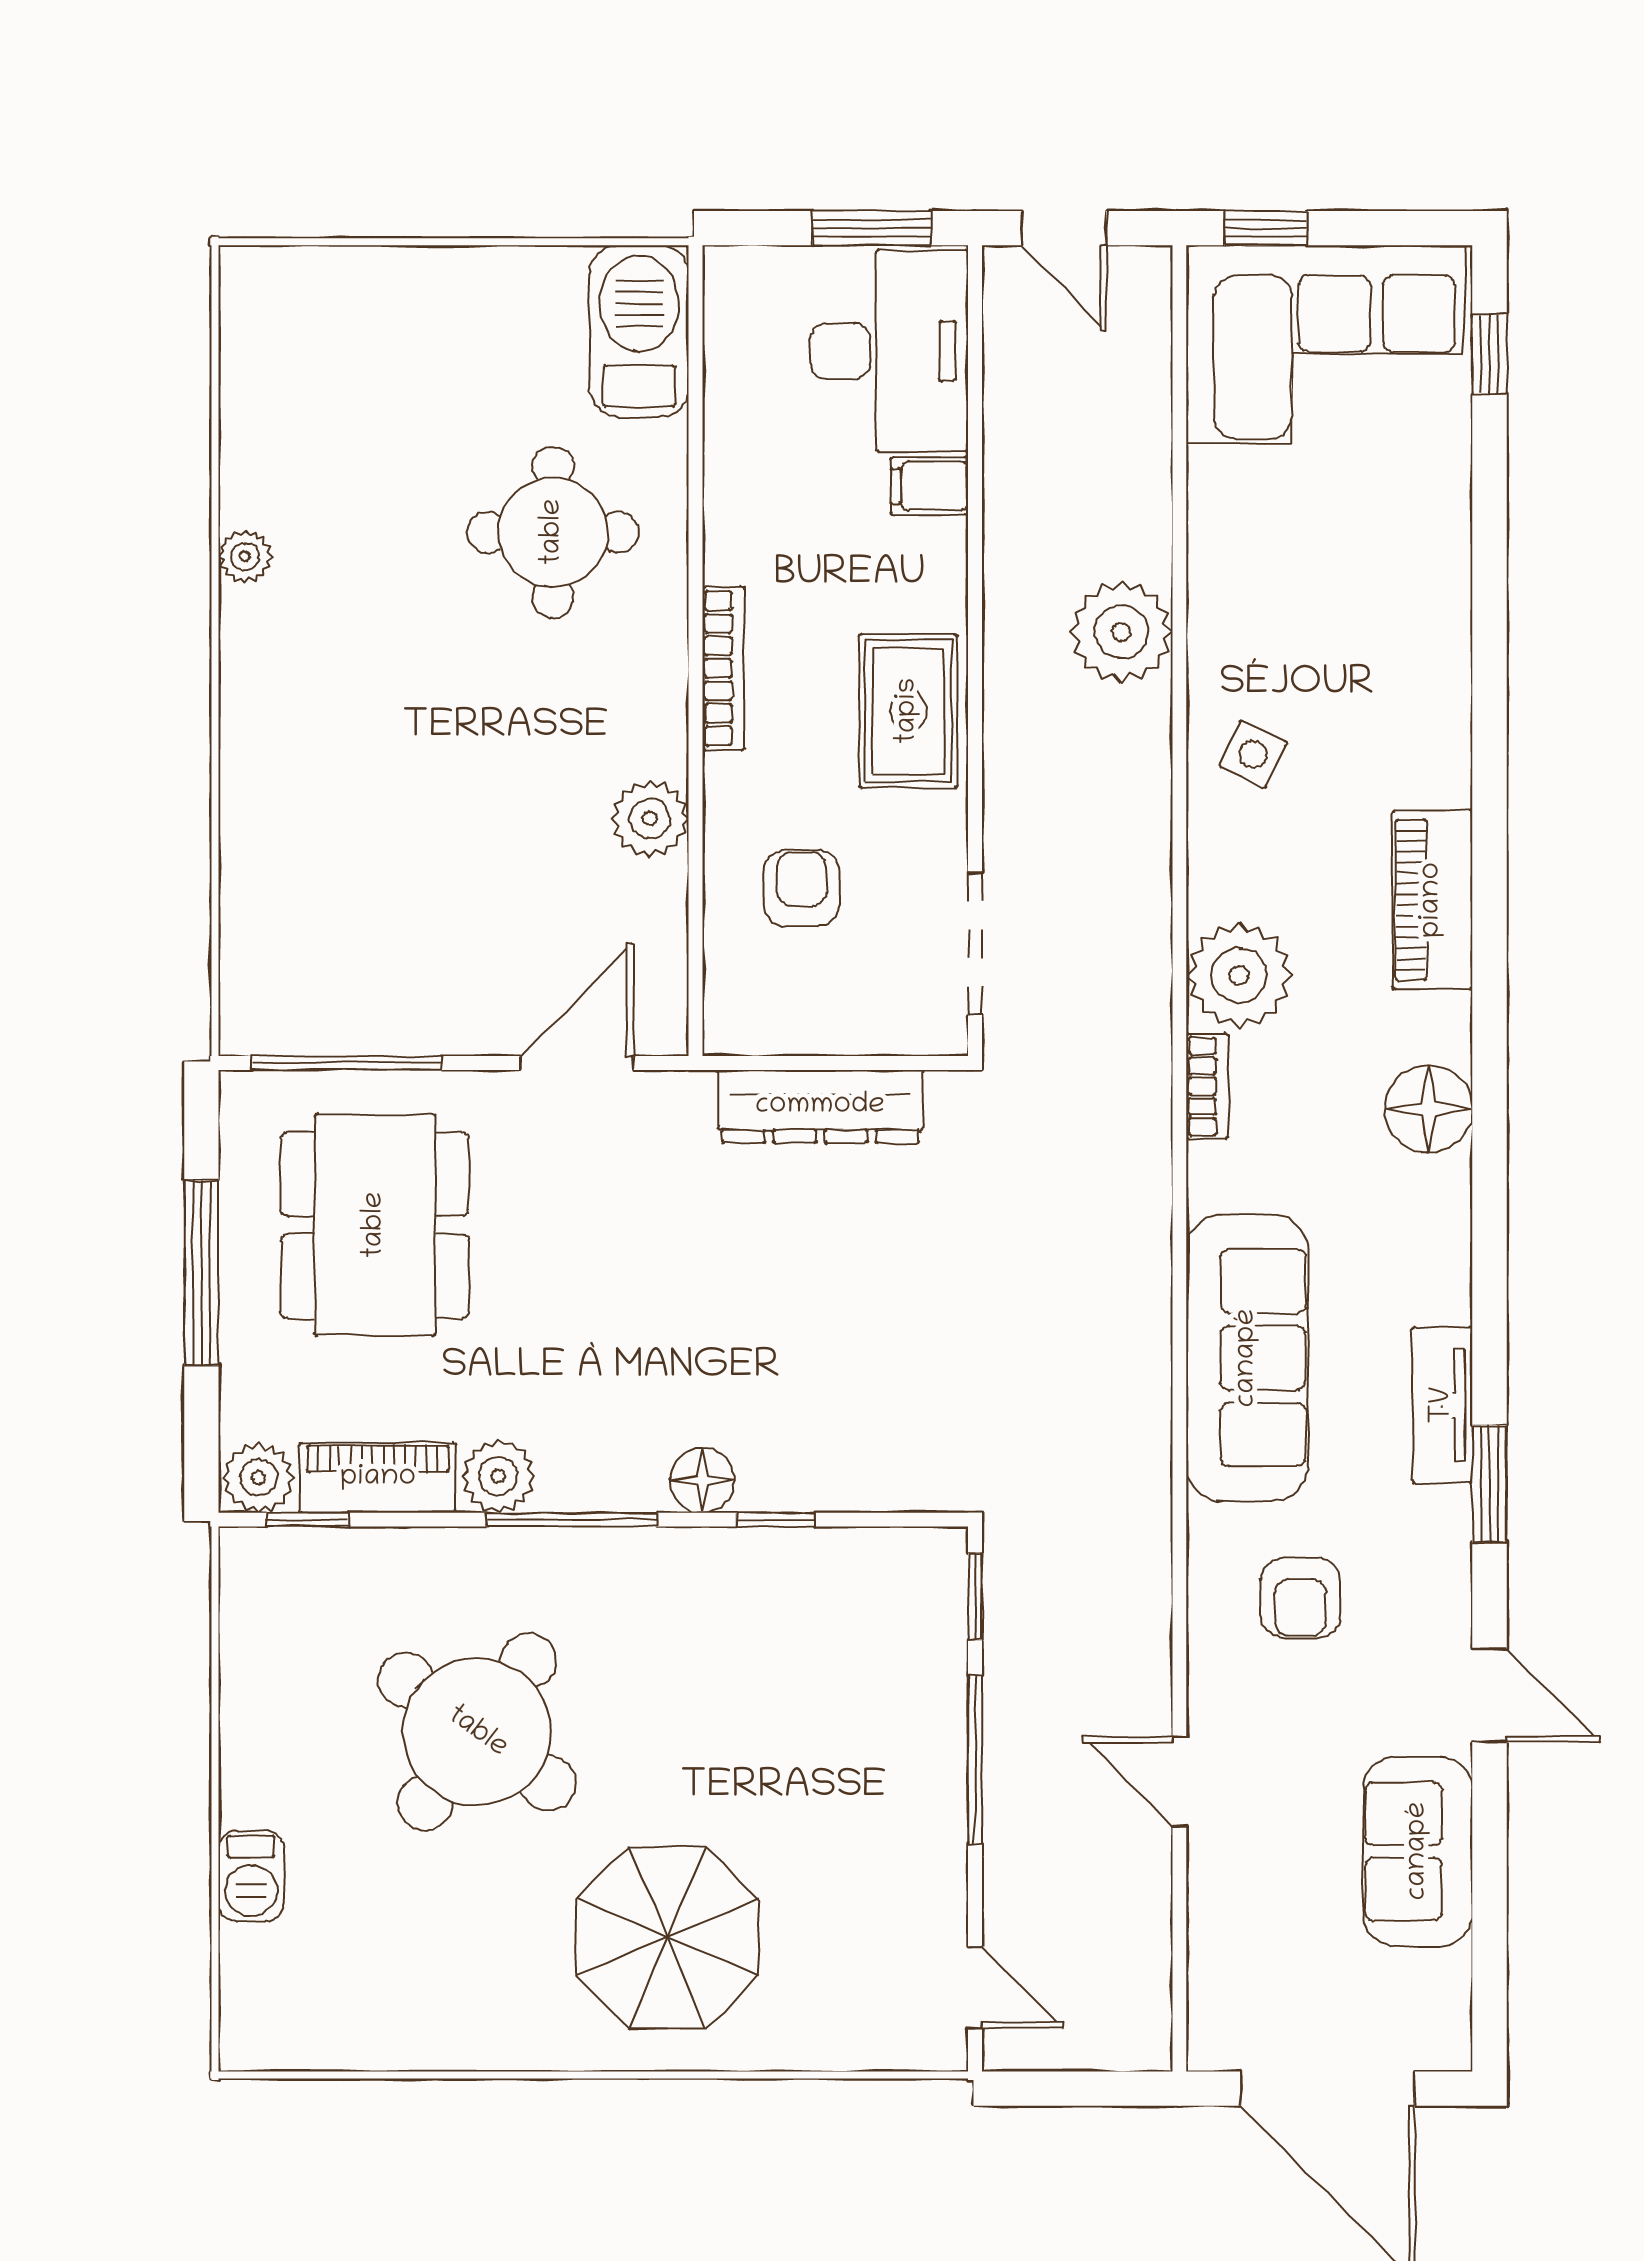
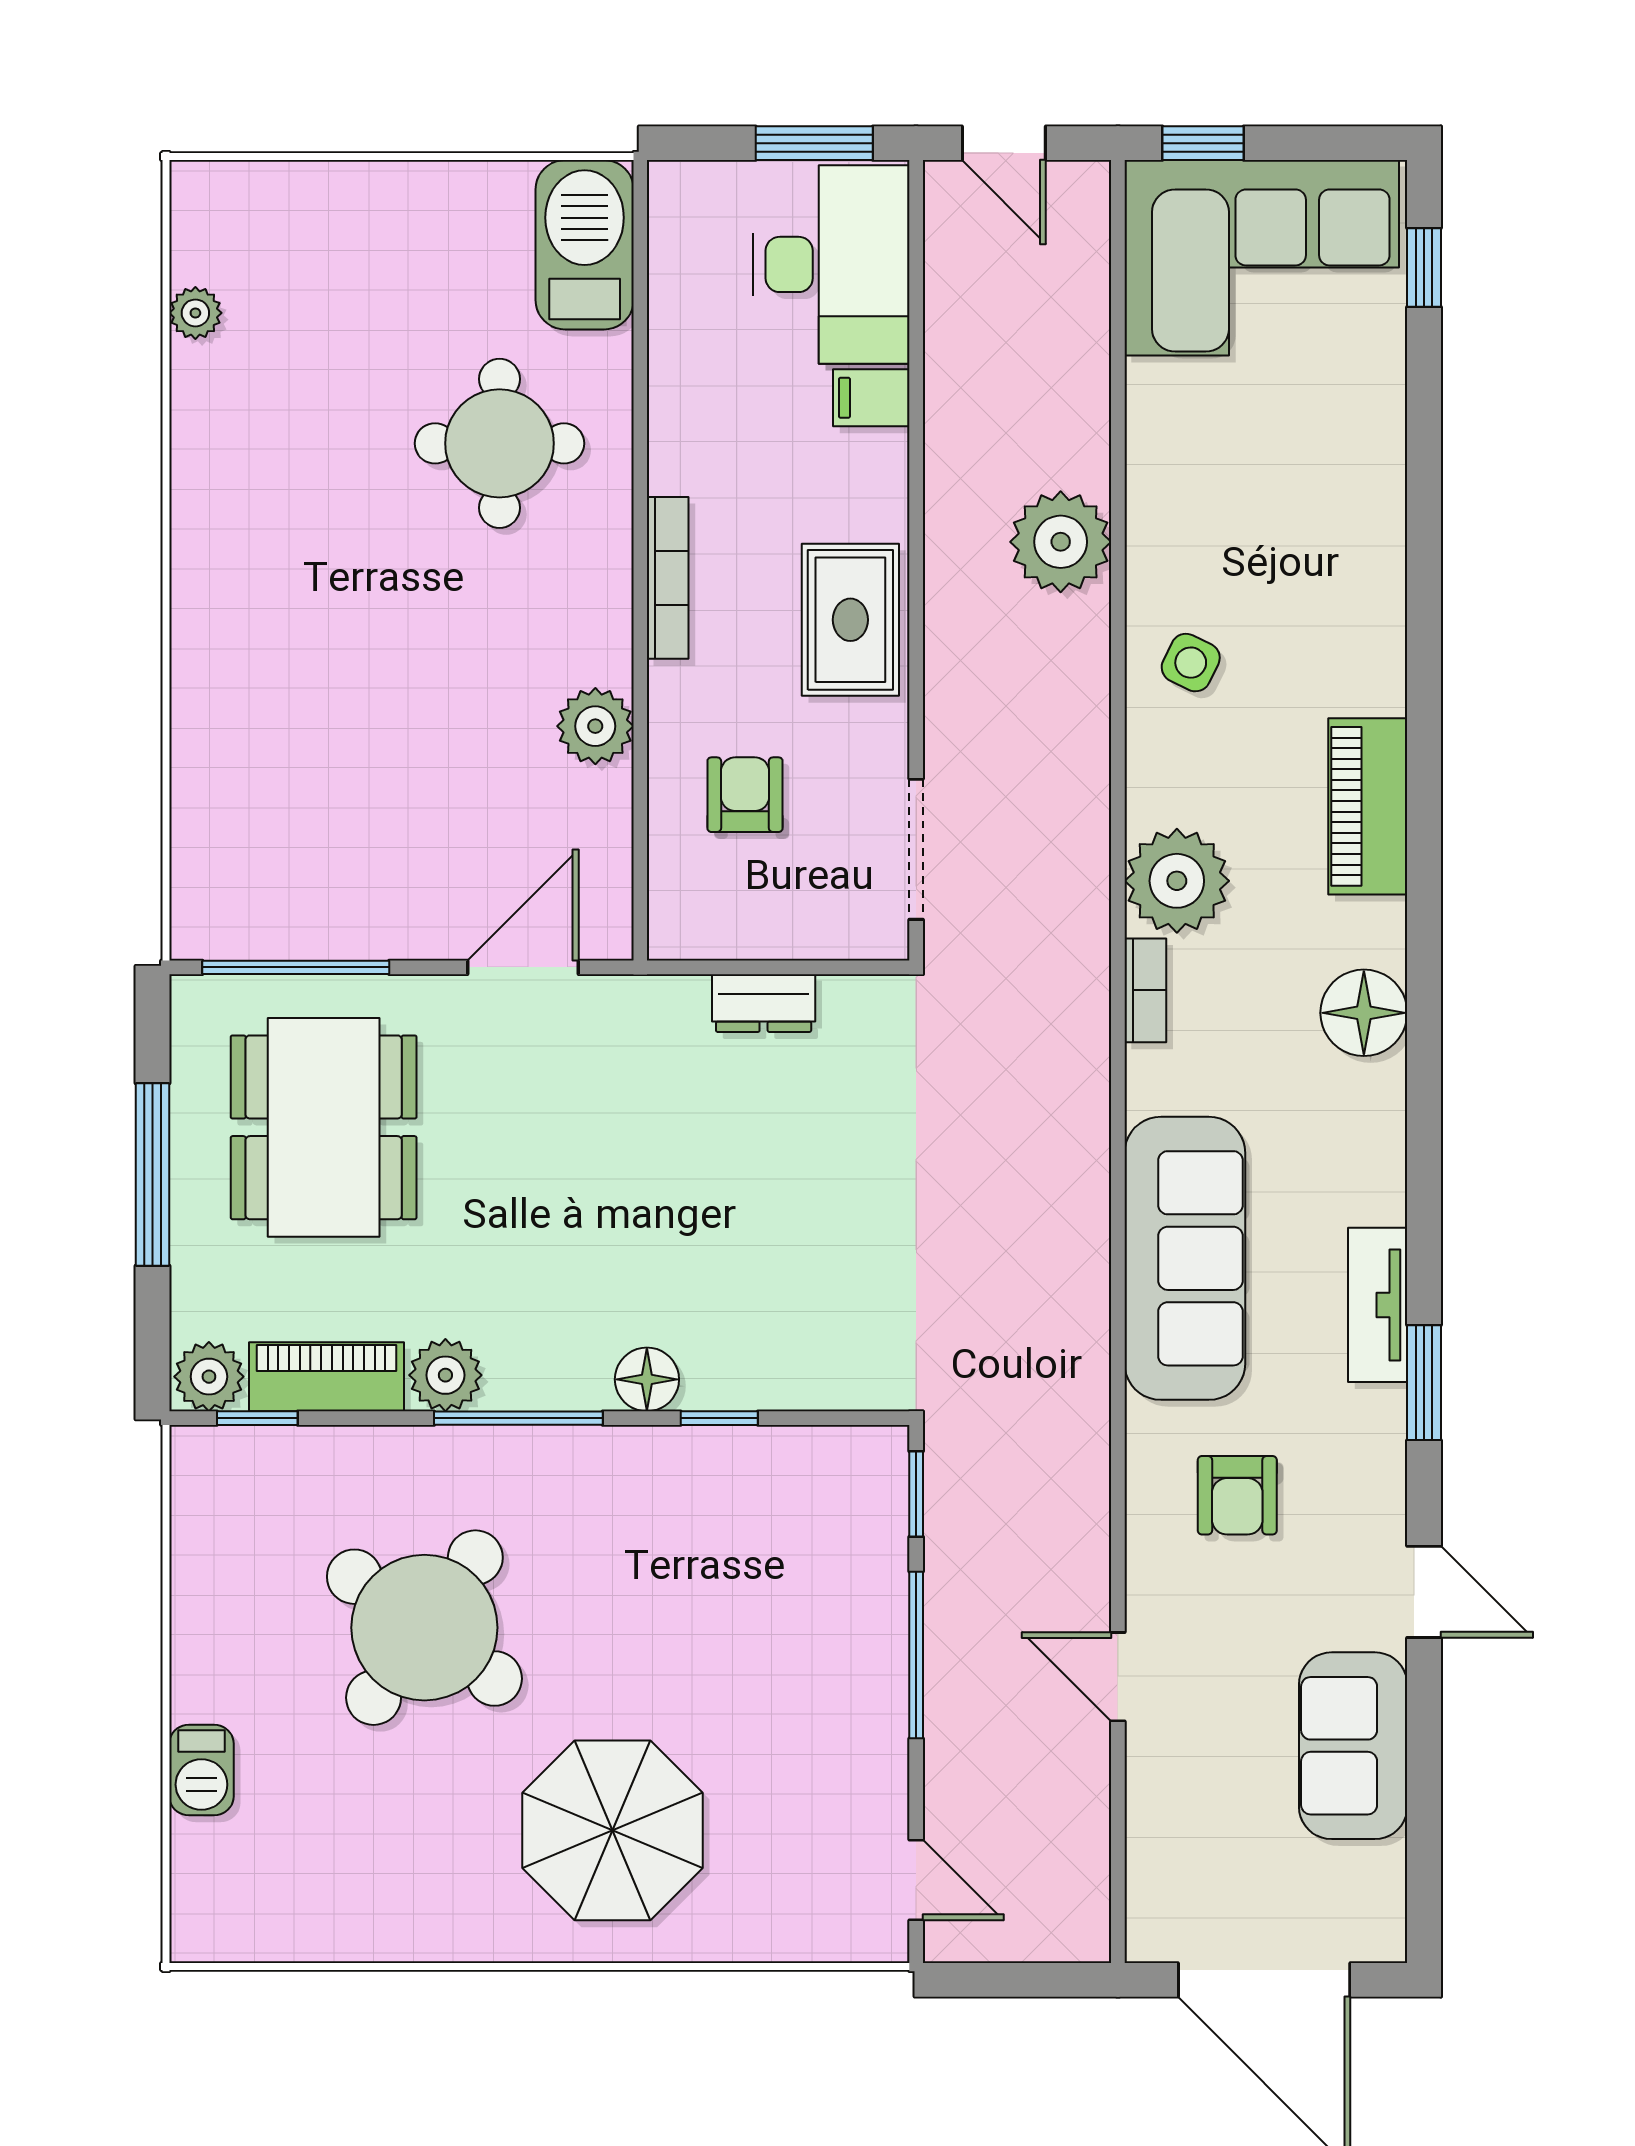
plant: (245, 557) -> (195, 313), moved
dresser: (820, 1106) -> (764, 1003), width x0.51, depth x0.80

